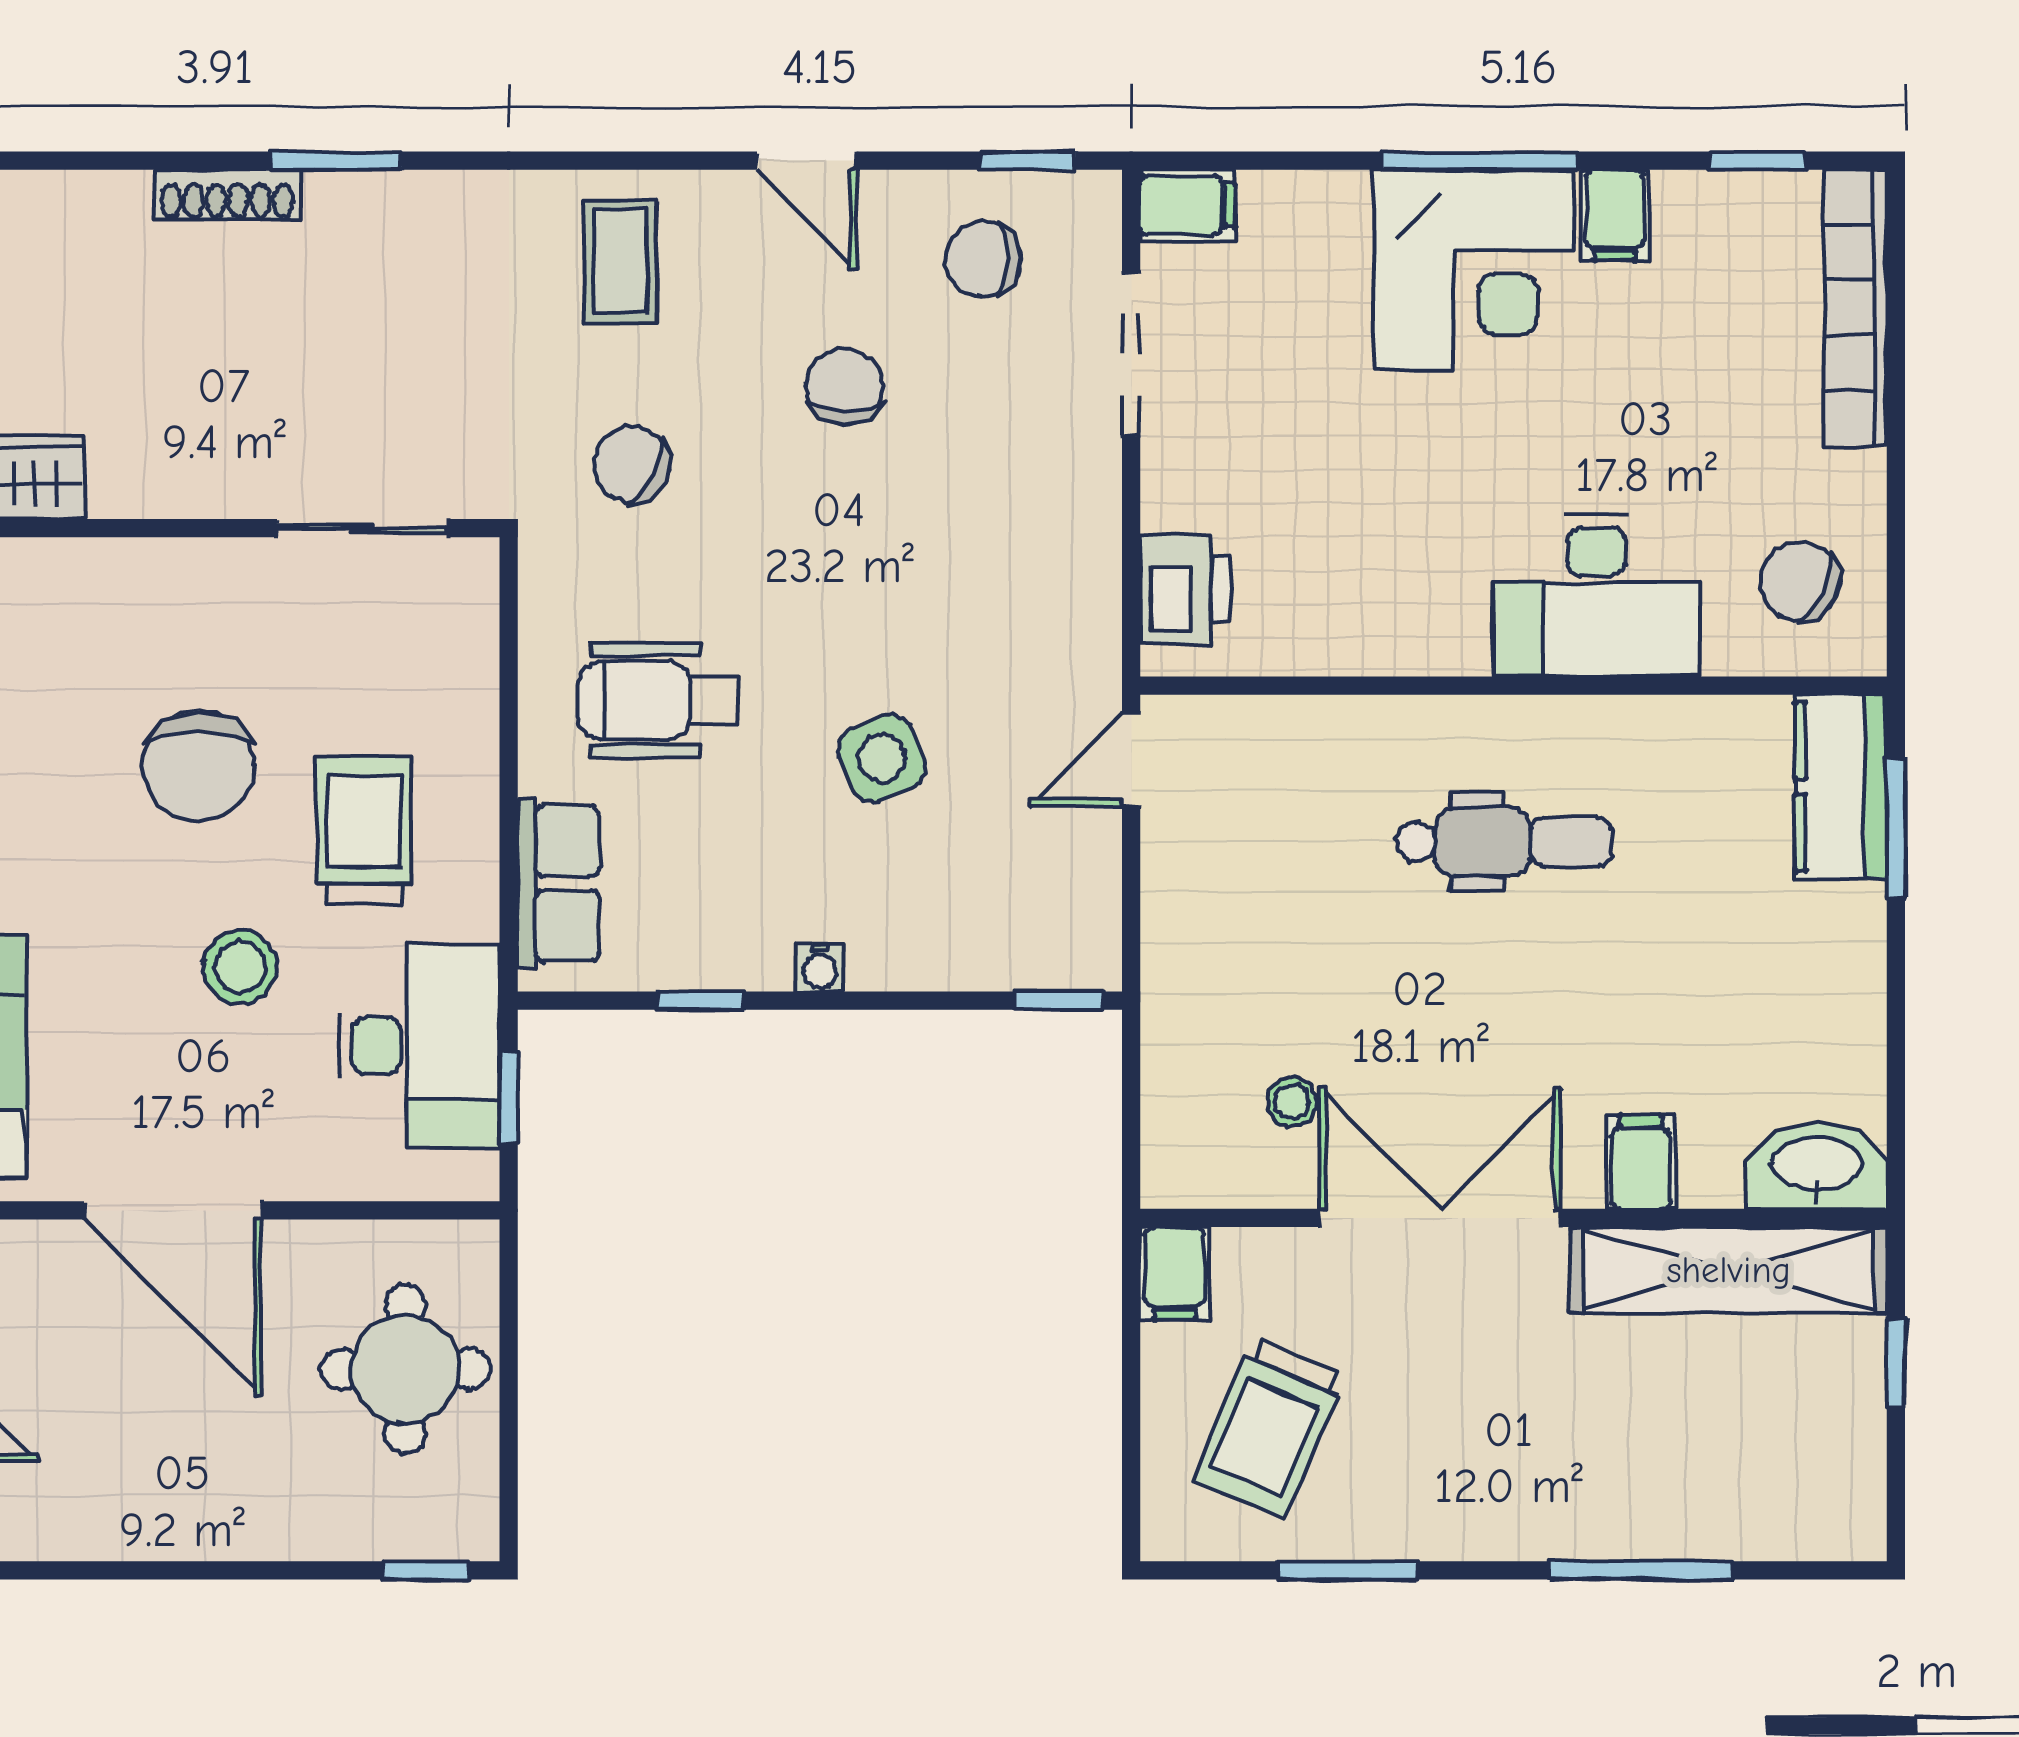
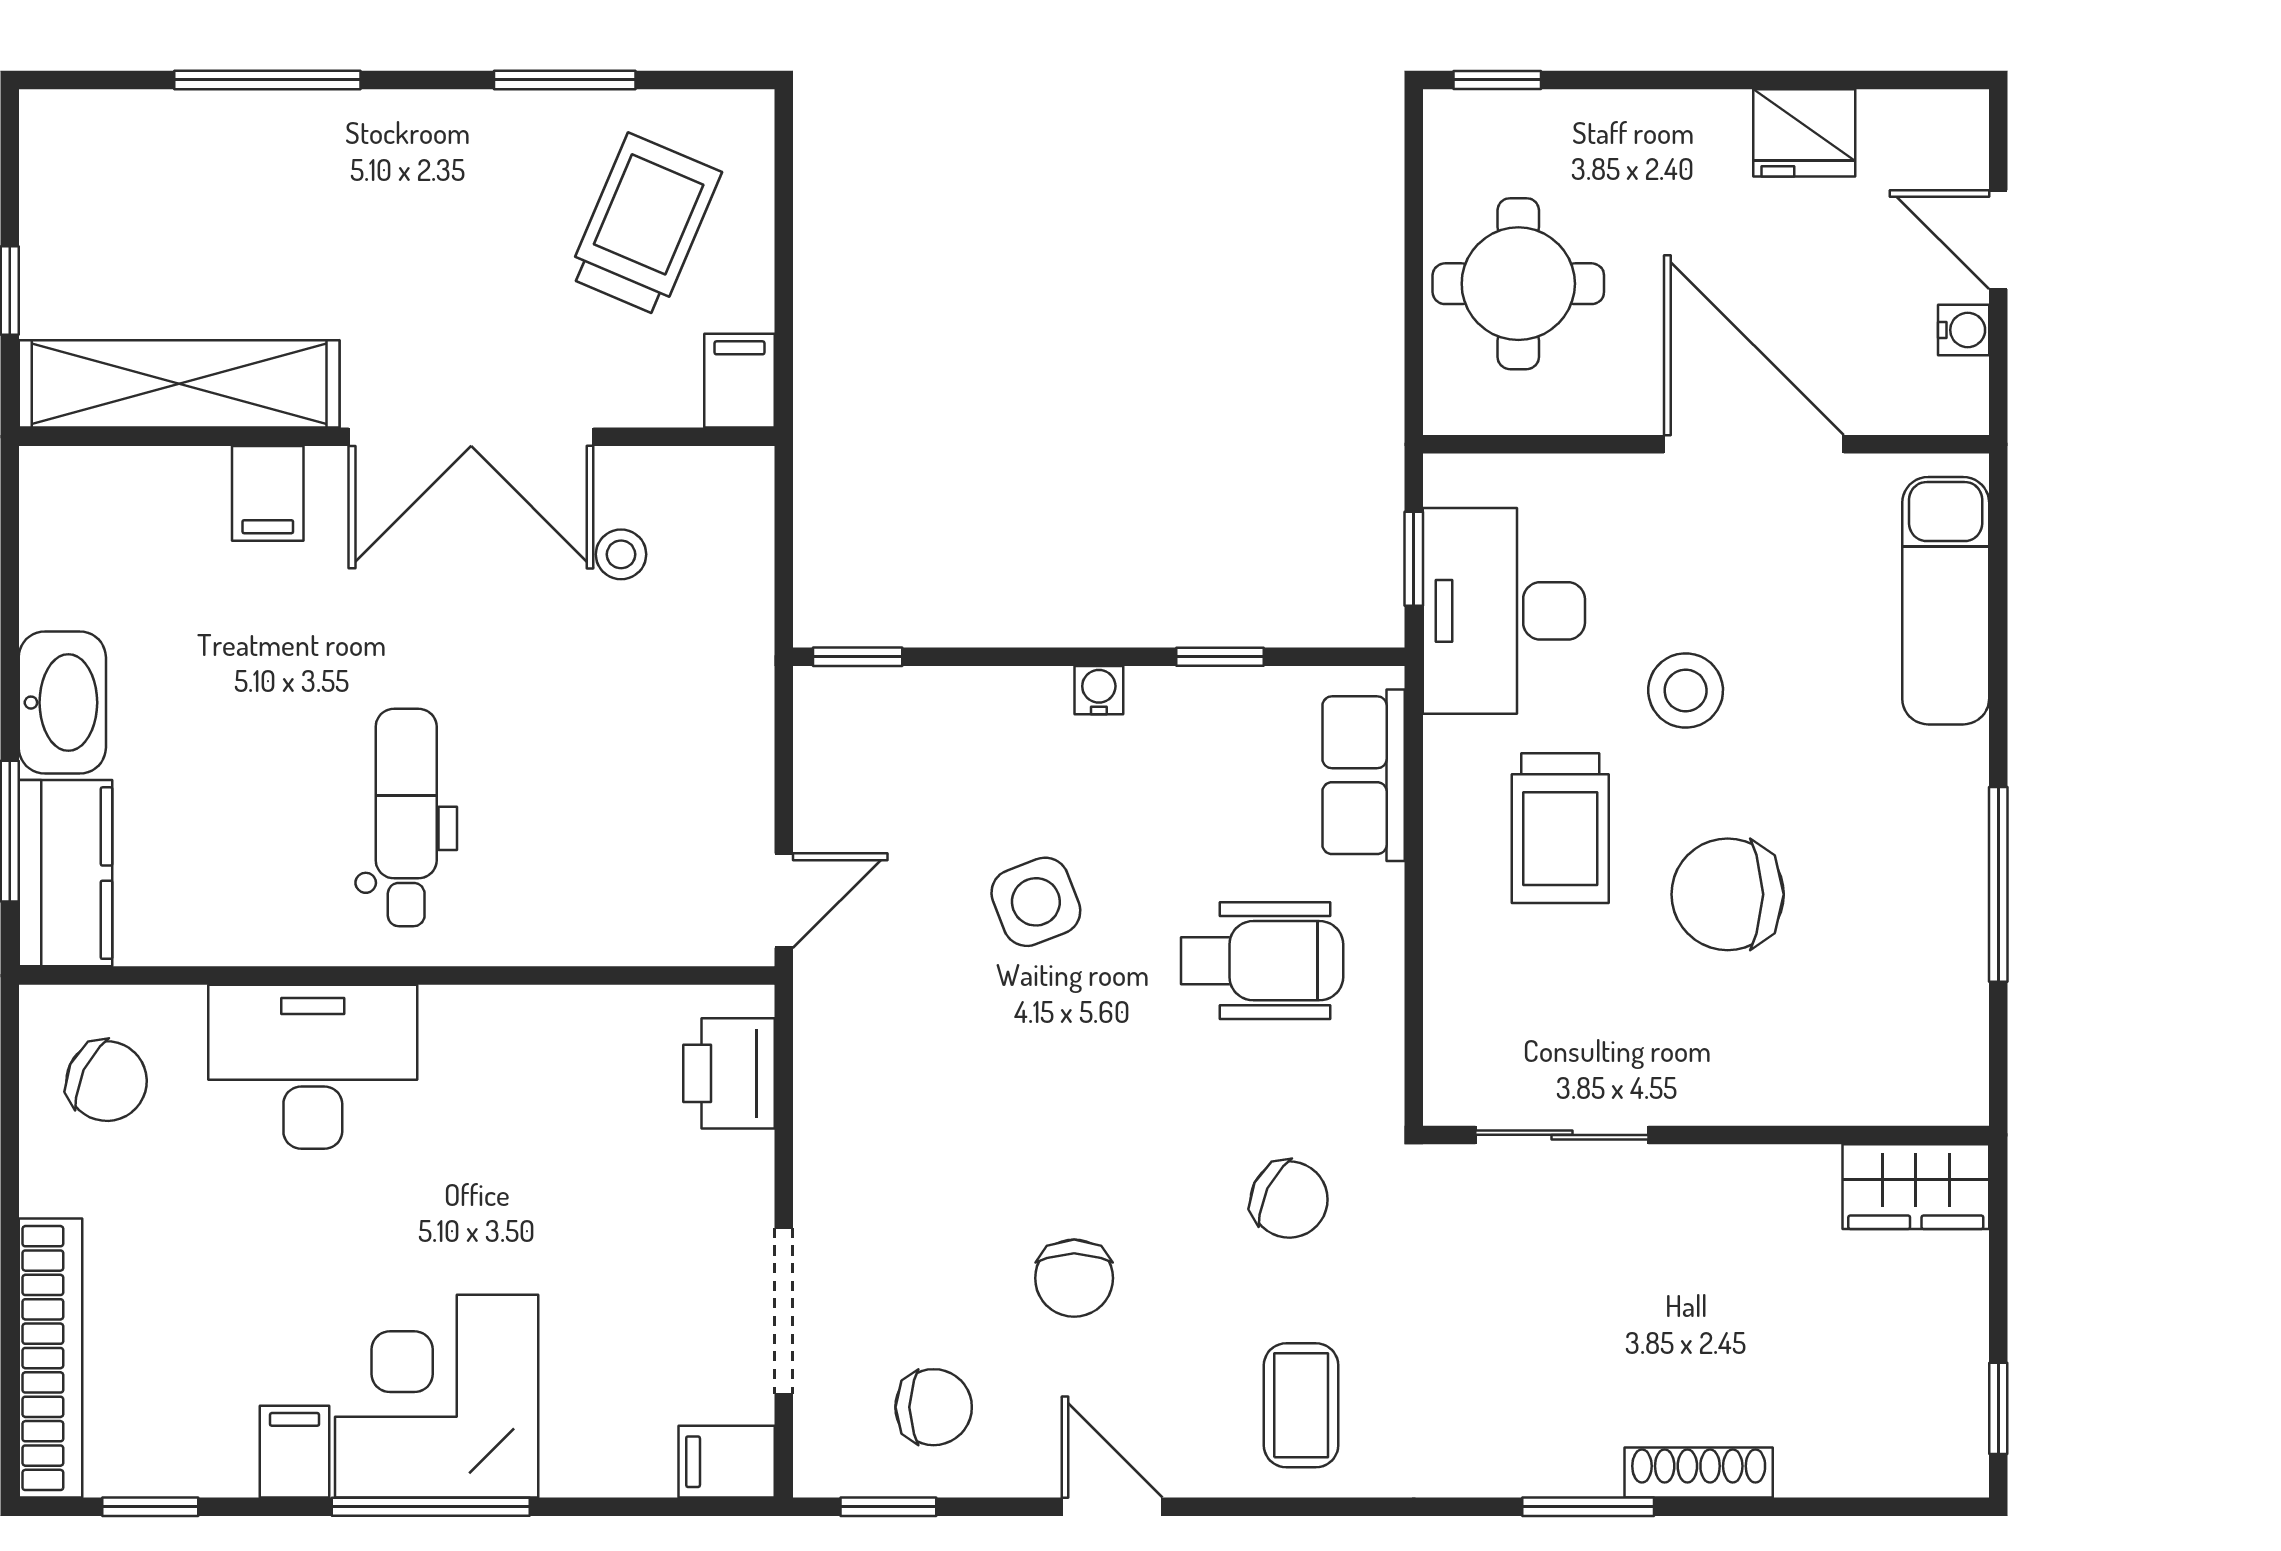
chair: (199, 766) -> (1728, 894), turned -90
dental chair: (1504, 842) -> (406, 817), turned 90
washbasin: (1817, 1166) -> (62, 703), moved, turned -90
fridge: (123, 1518) -> (1804, 133), added

